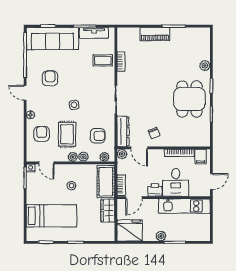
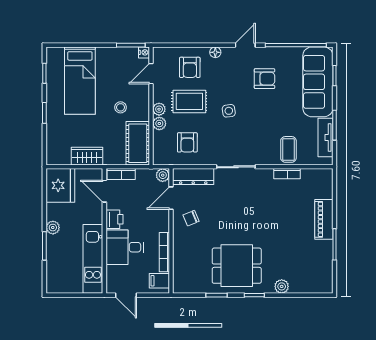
armchair: (42, 134) -> (190, 67), turned 90
plant: (104, 157) -> (159, 152), removed
cot: (106, 182) -> (138, 143), moved, turned 90

